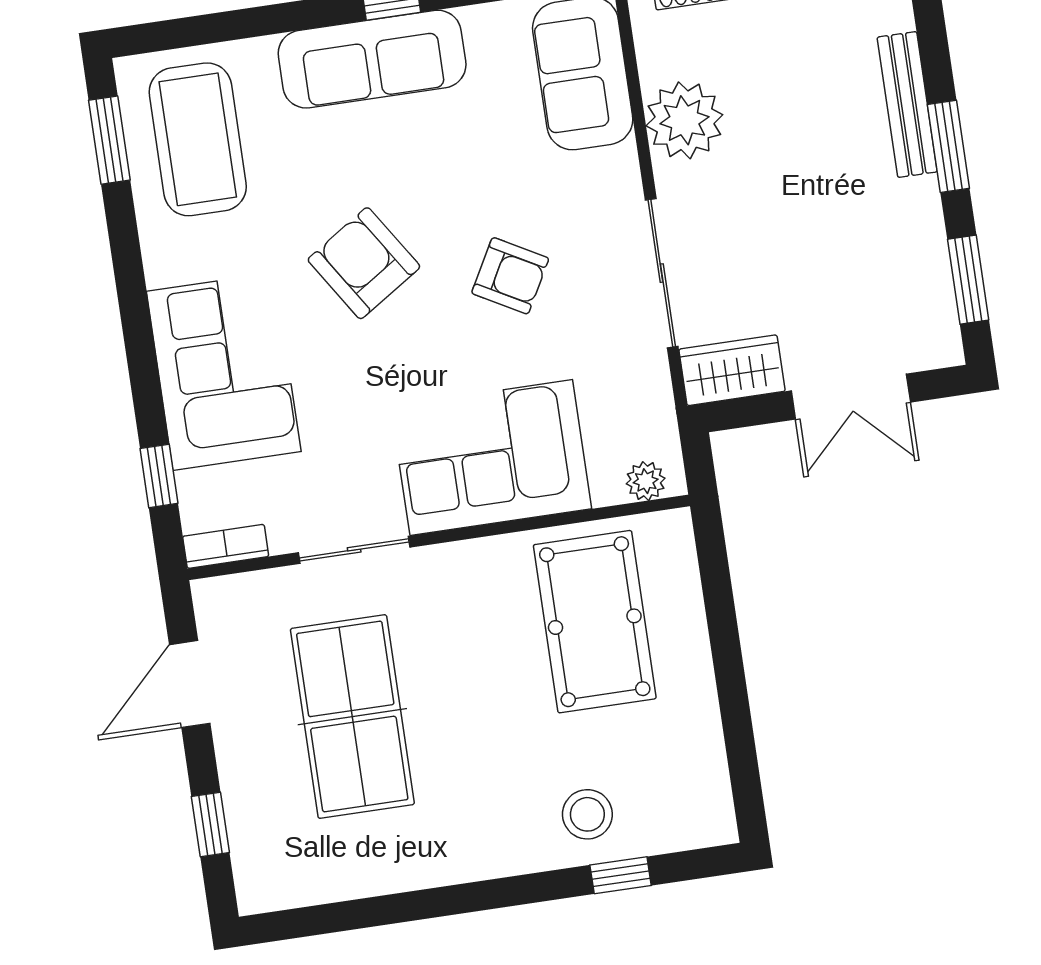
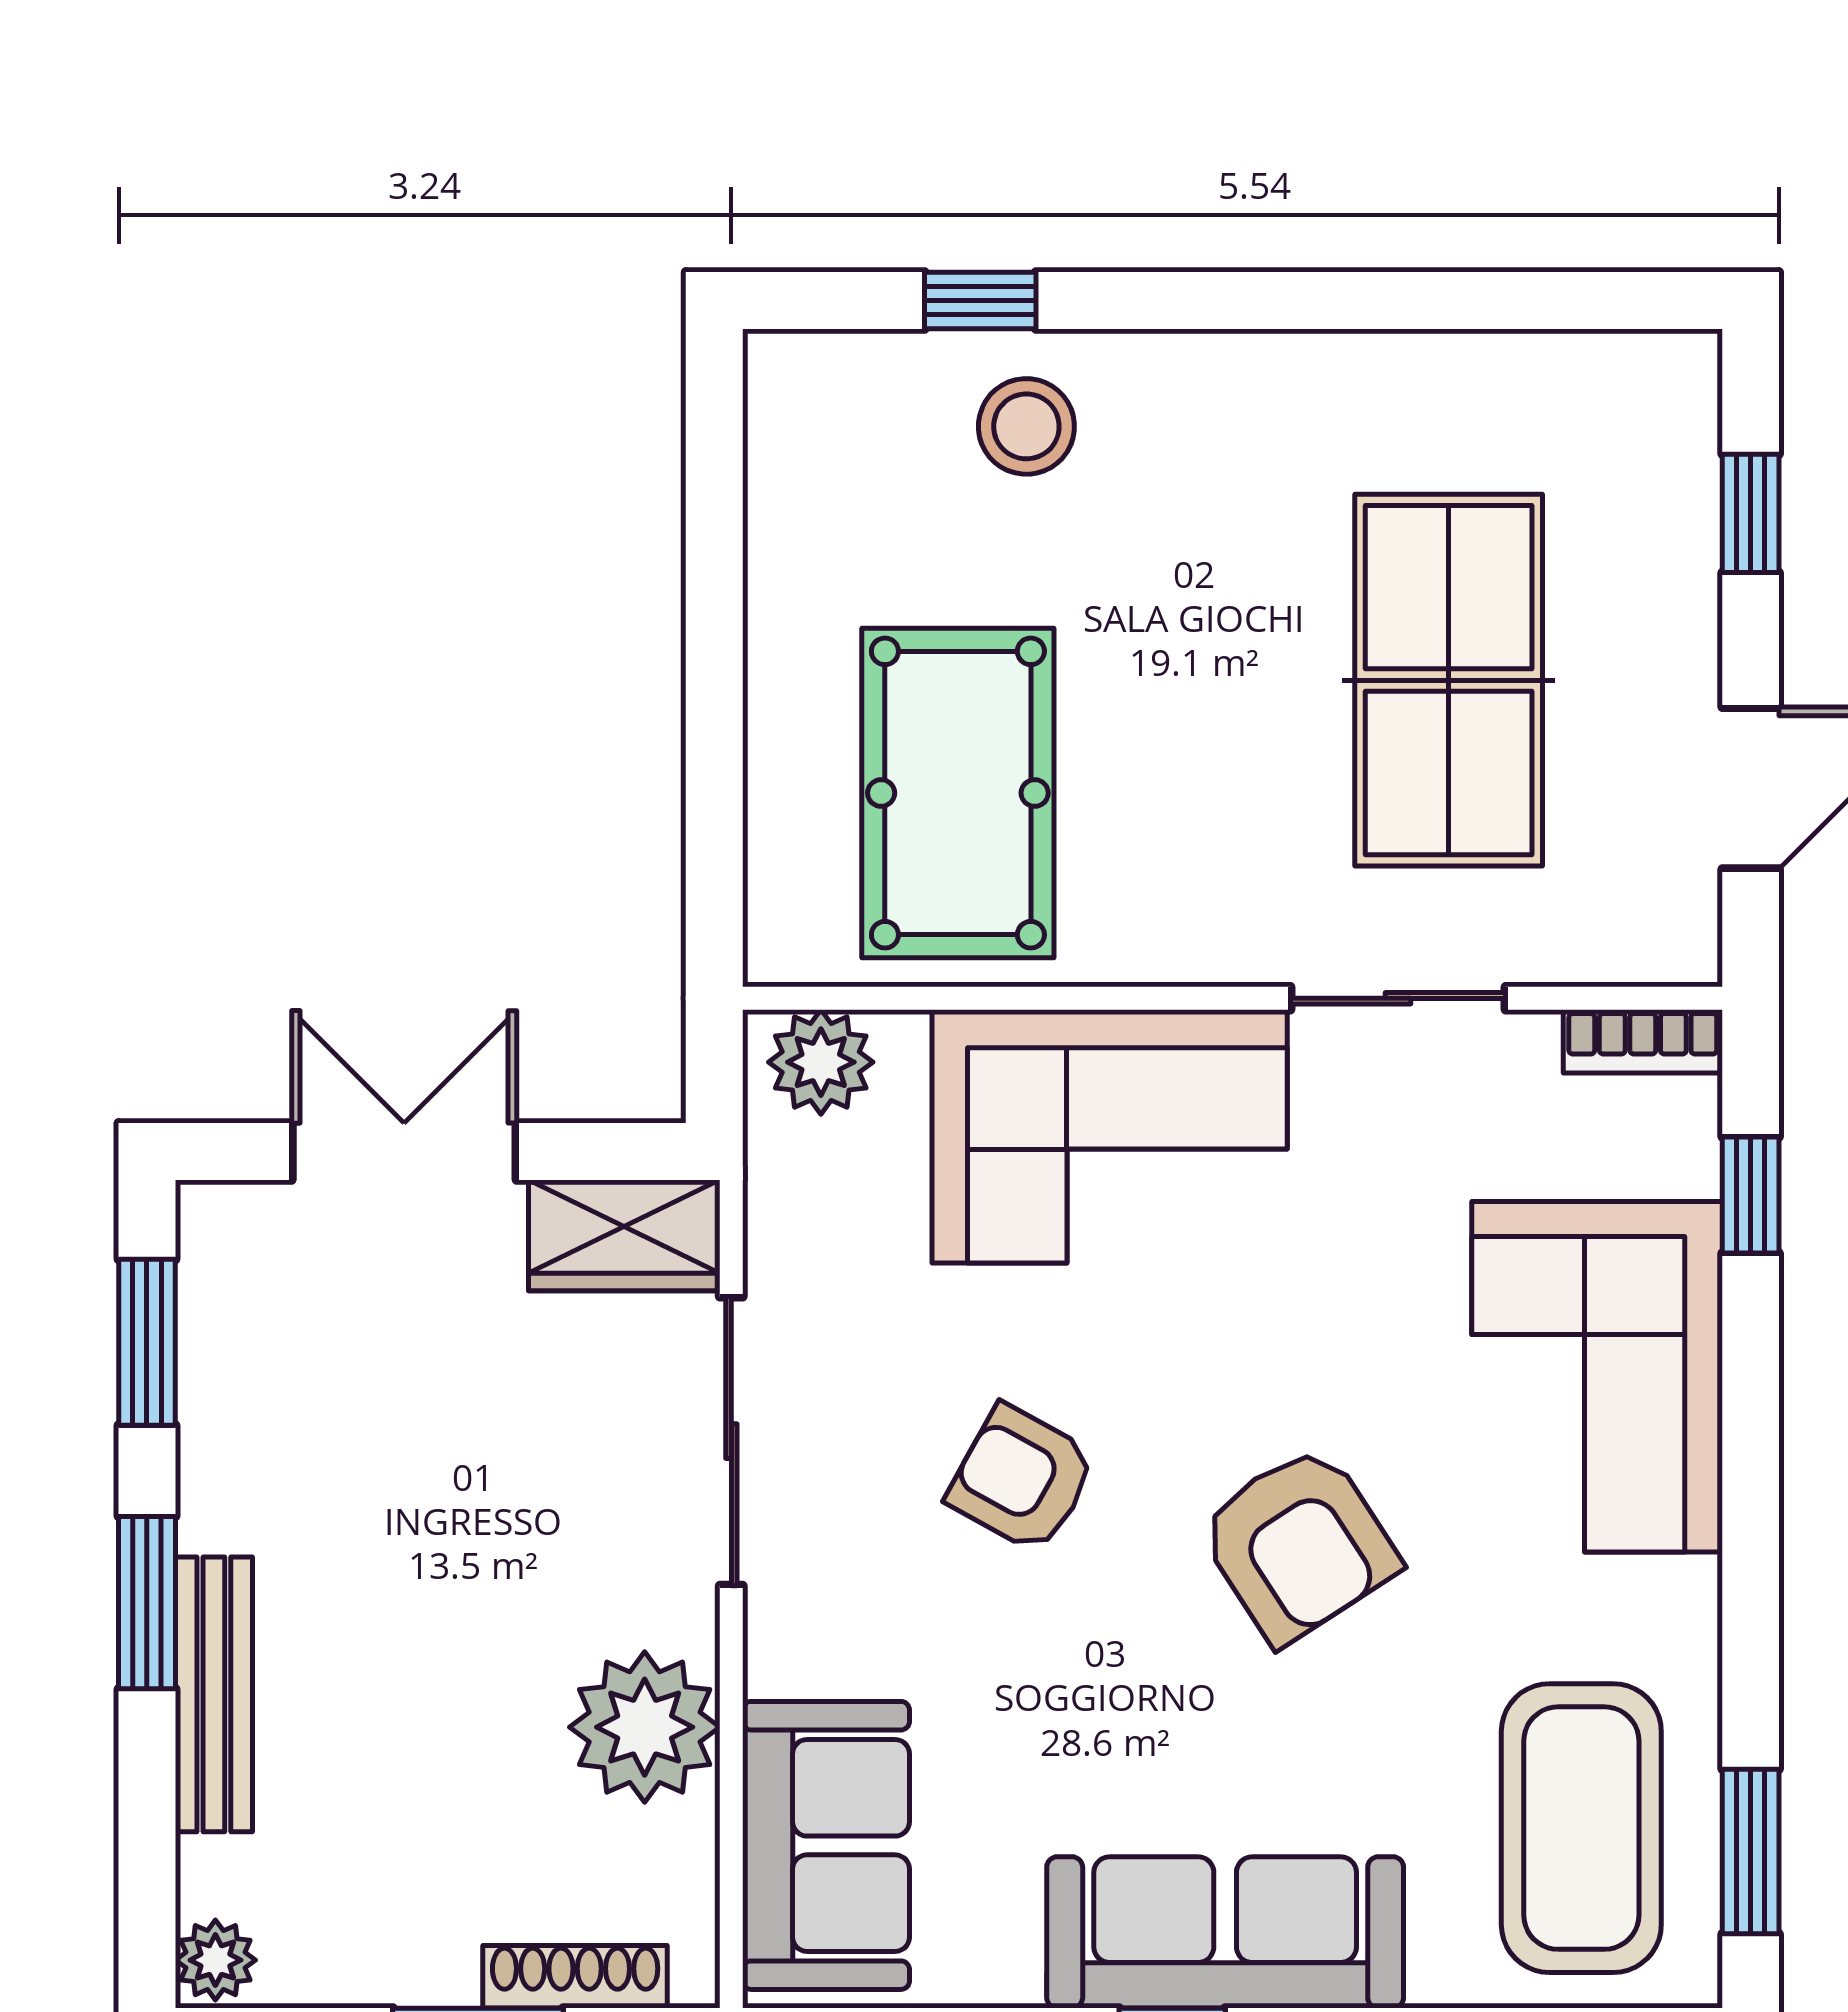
plant: (646, 481) -> (821, 1062), width x1.38, depth x1.38

